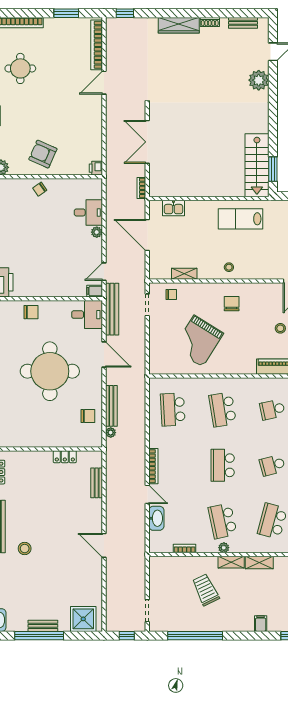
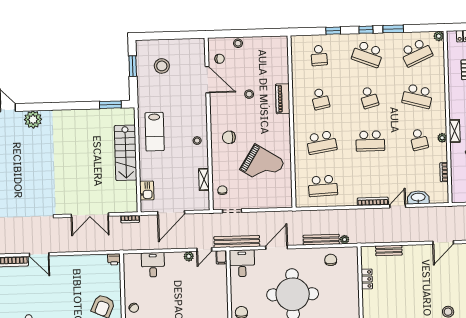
stairs: (257, 165) -> (126, 153), moved, turned 90
plant: (97, 232) -> (189, 256), moved
door: (104, 272) -> (204, 250), hinge flipped
school desk: (223, 521) -> (419, 140), width x0.54
shelving: (259, 562) -> (454, 106), removed

